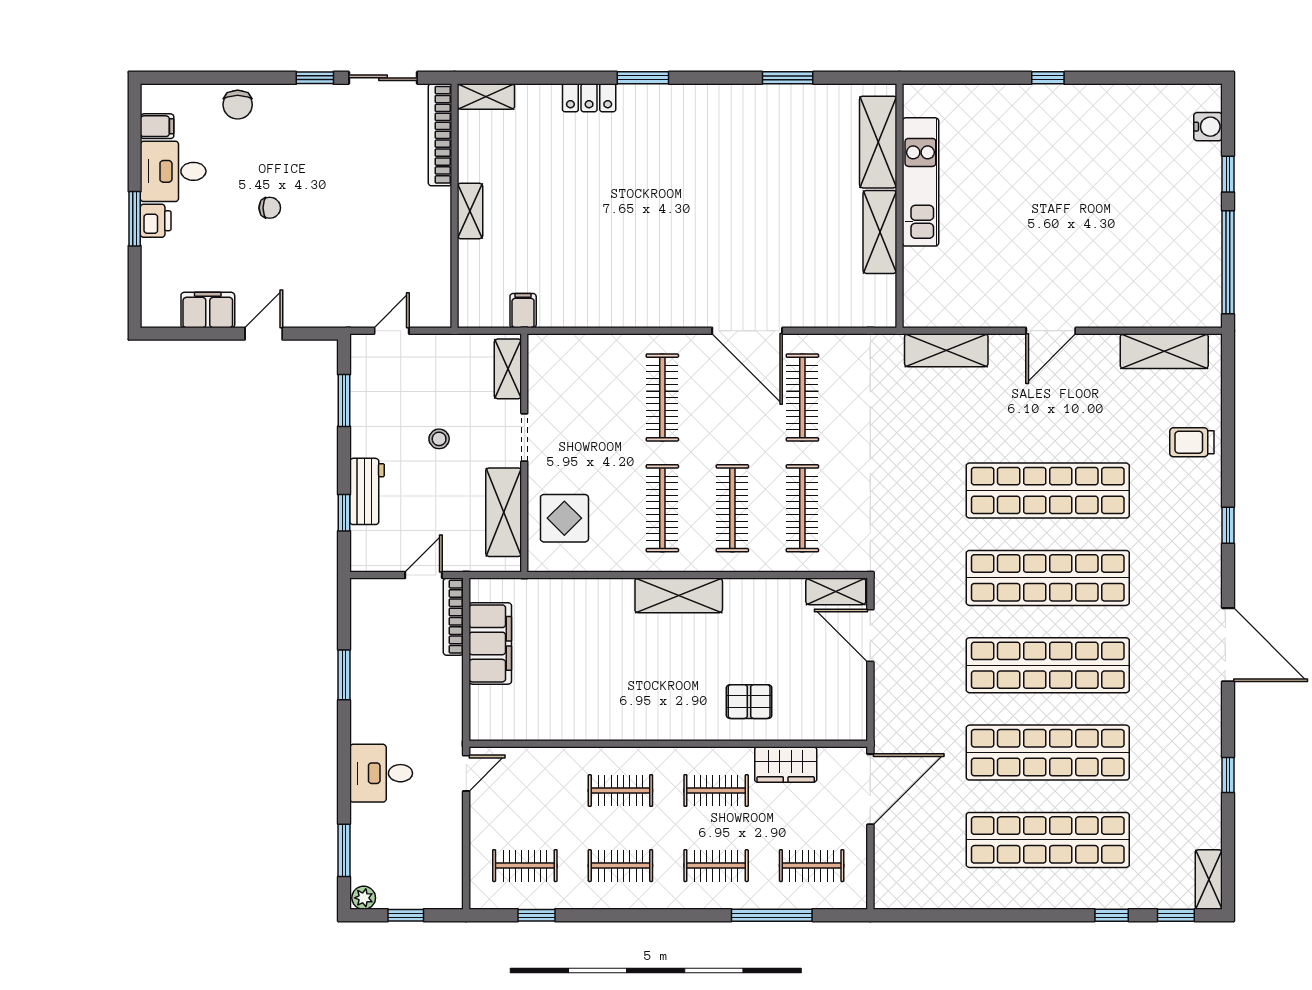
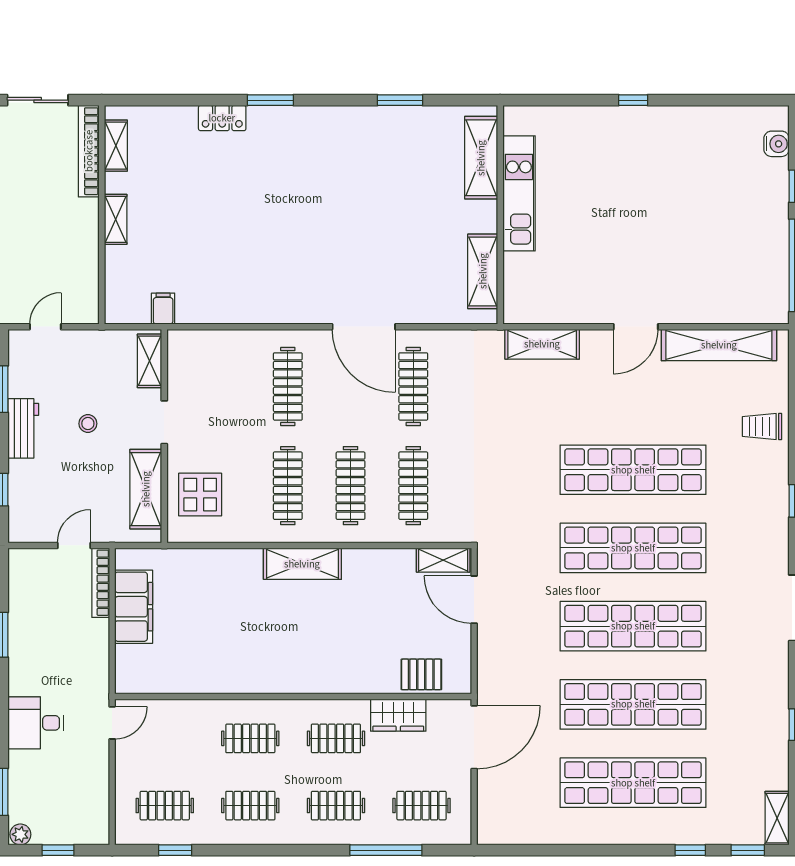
shelving: (486, 96) -> (116, 146), moved, turned 90
shelving: (880, 232) -> (483, 271), moved
shelving: (1164, 351) -> (719, 345), width x1.47
workbench: (367, 491) -> (23, 428), moved
pallet: (749, 702) -> (421, 674), moved

